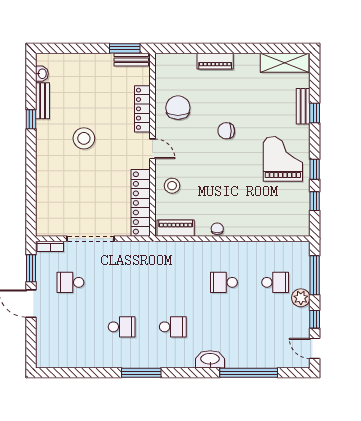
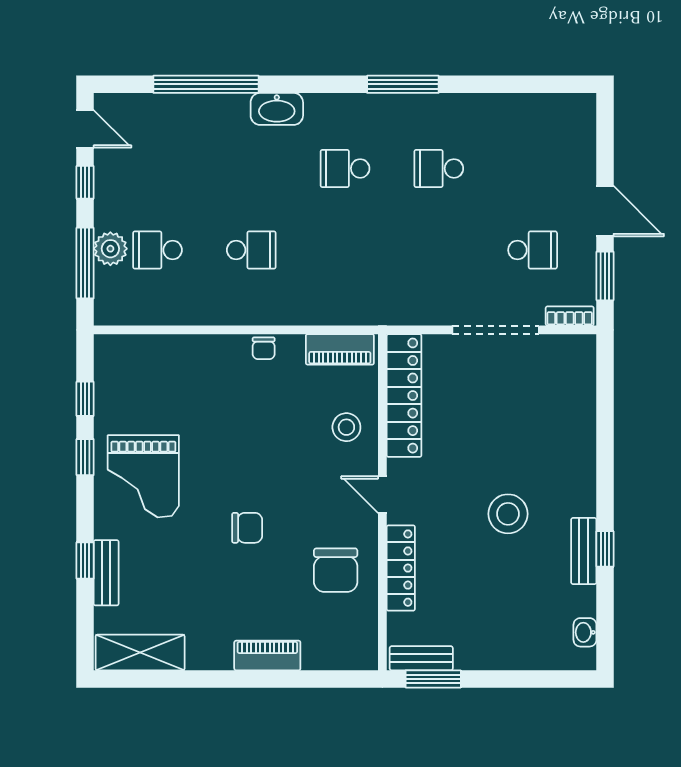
bench: (43, 101) -> (584, 551), moved
plant: (301, 298) -> (110, 249), moved

